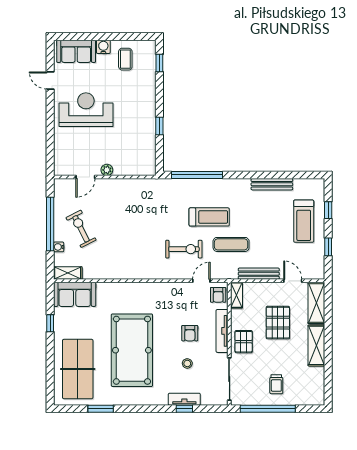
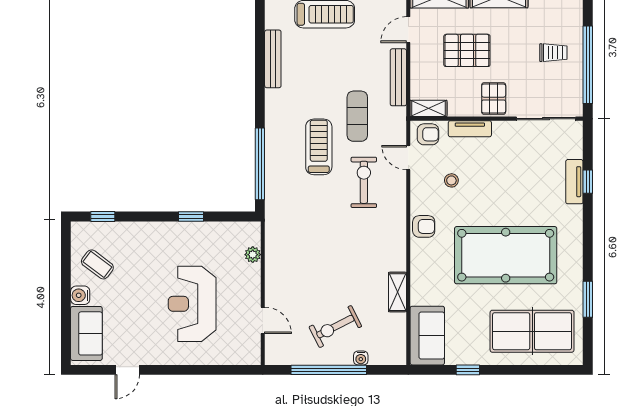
coffee table: (125, 59) -> (97, 264), turned 37
reception desk: (86, 110) -> (192, 304), moved
plant: (107, 170) -> (253, 255), moved
shelving: (68, 273) -> (397, 292), moved
tv unit: (222, 331) -> (470, 129), width x0.71
armchair: (190, 333) -> (424, 226), moved
pallet: (244, 342) -> (494, 99), turned 90
stool: (187, 363) -> (451, 180), moved

